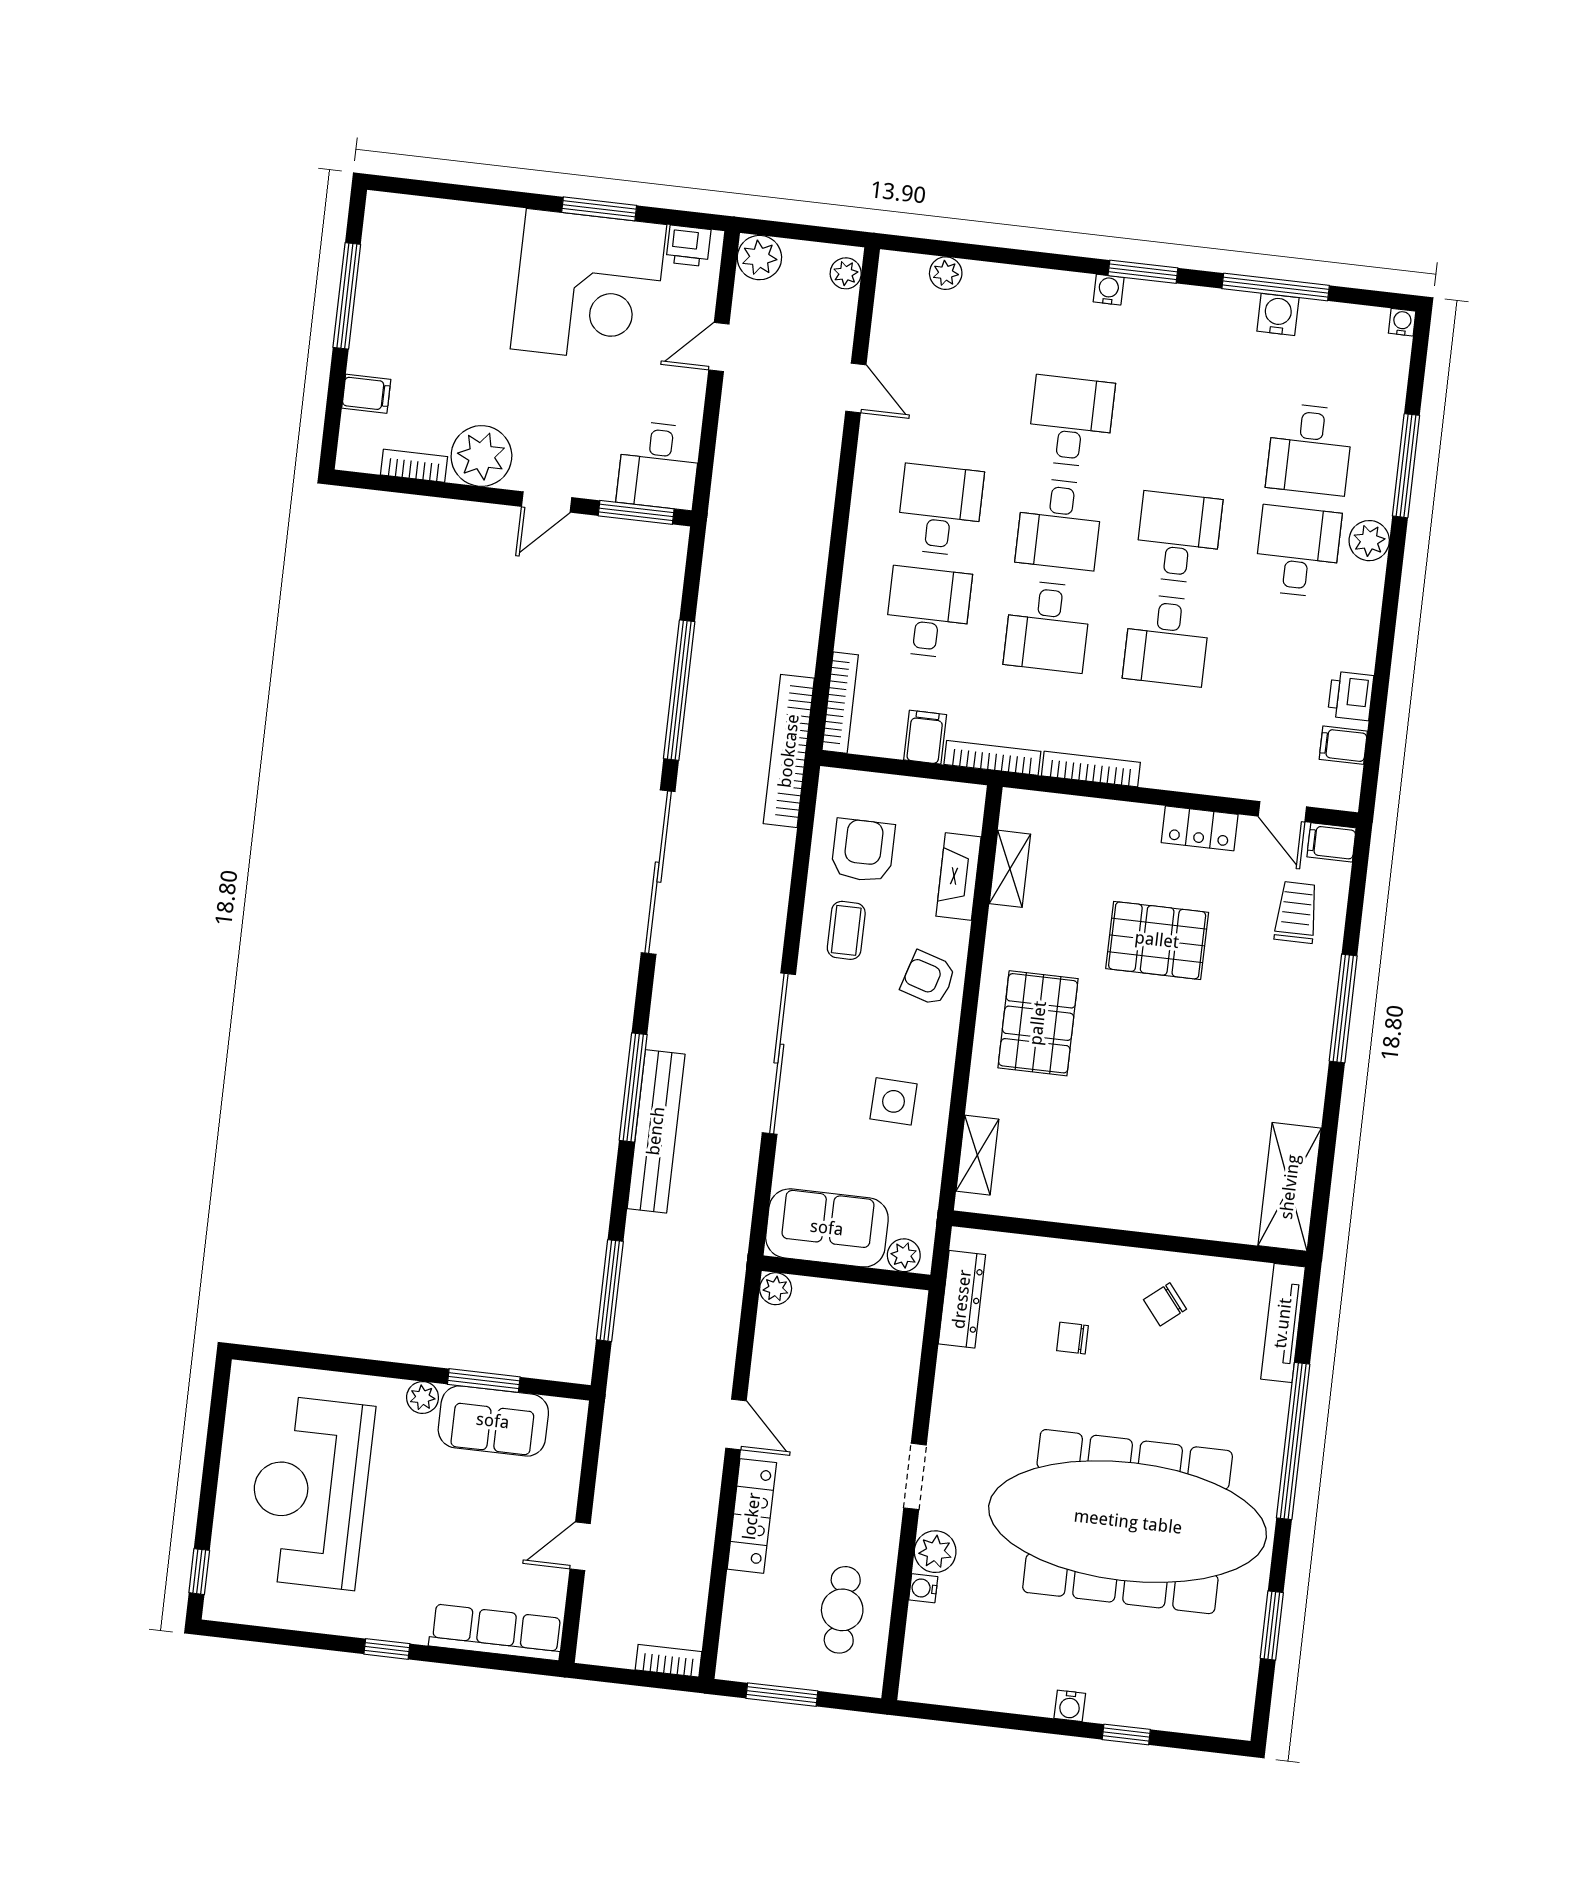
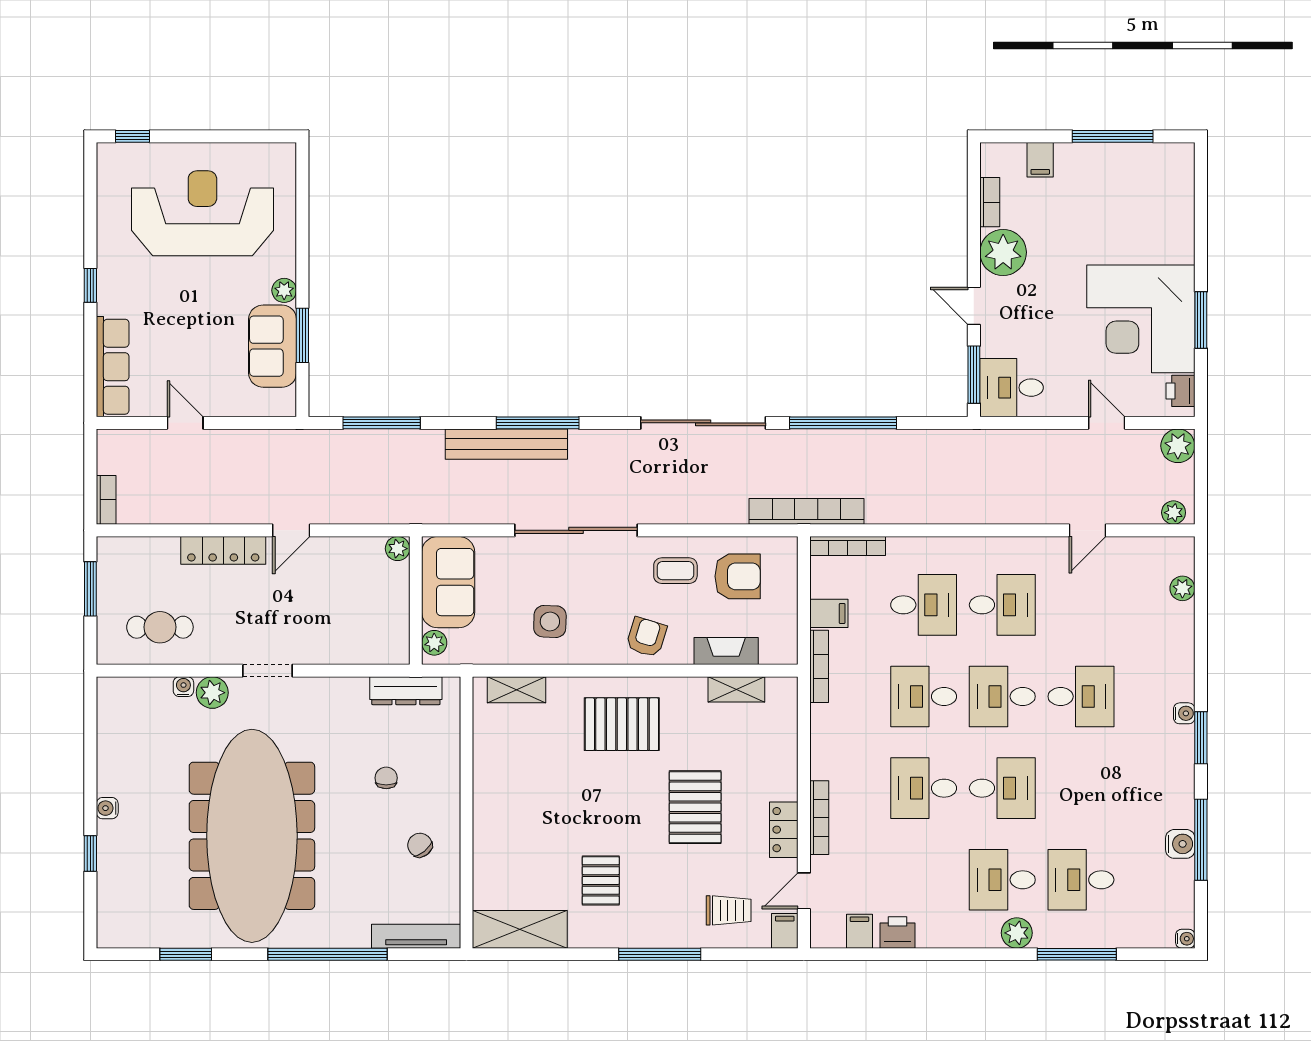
desk: (1298, 551) -> (1002, 880), turned 180
bookcase: (1091, 769) -> (819, 818), moved
pallet: (1238, 1074) -> (601, 880), added

